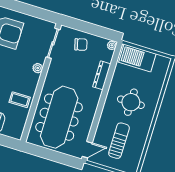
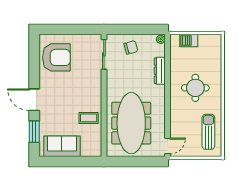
barbecue: (137, 58) -> (189, 41), width x0.53, depth x0.65
plant: (38, 68) -> (97, 83), removed
sun lounger: (119, 141) -> (208, 132), moved

